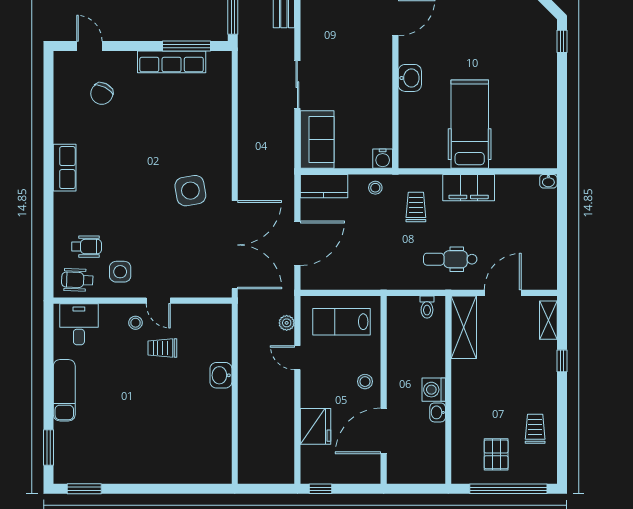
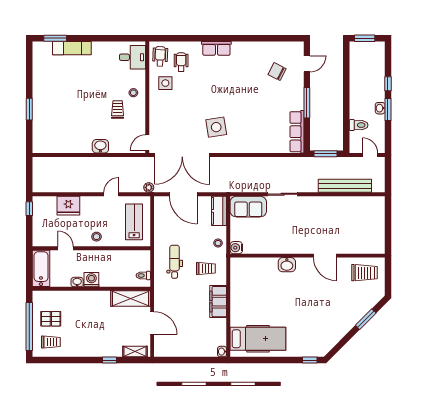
window: (187, 46) -> (307, 103), moved
row of seats: (172, 62) -> (297, 132), moved
hospital bed: (470, 124) -> (258, 339), moved
row of seats: (65, 168) -> (216, 48), moved
wheelchair: (87, 247) -> (181, 62), turned 180
dental chair: (450, 259) -> (175, 262), moved
door: (158, 301) -> (147, 143), moved
plant: (287, 323) -> (149, 187), moved
exam couch: (64, 390) -> (72, 48), moved
trolley: (535, 429) -> (51, 342), moved
door: (384, 431) -> (66, 248), width x0.53
bathtub: (416, 470) -> (41, 268), added
window: (84, 489) -> (29, 109), moved

